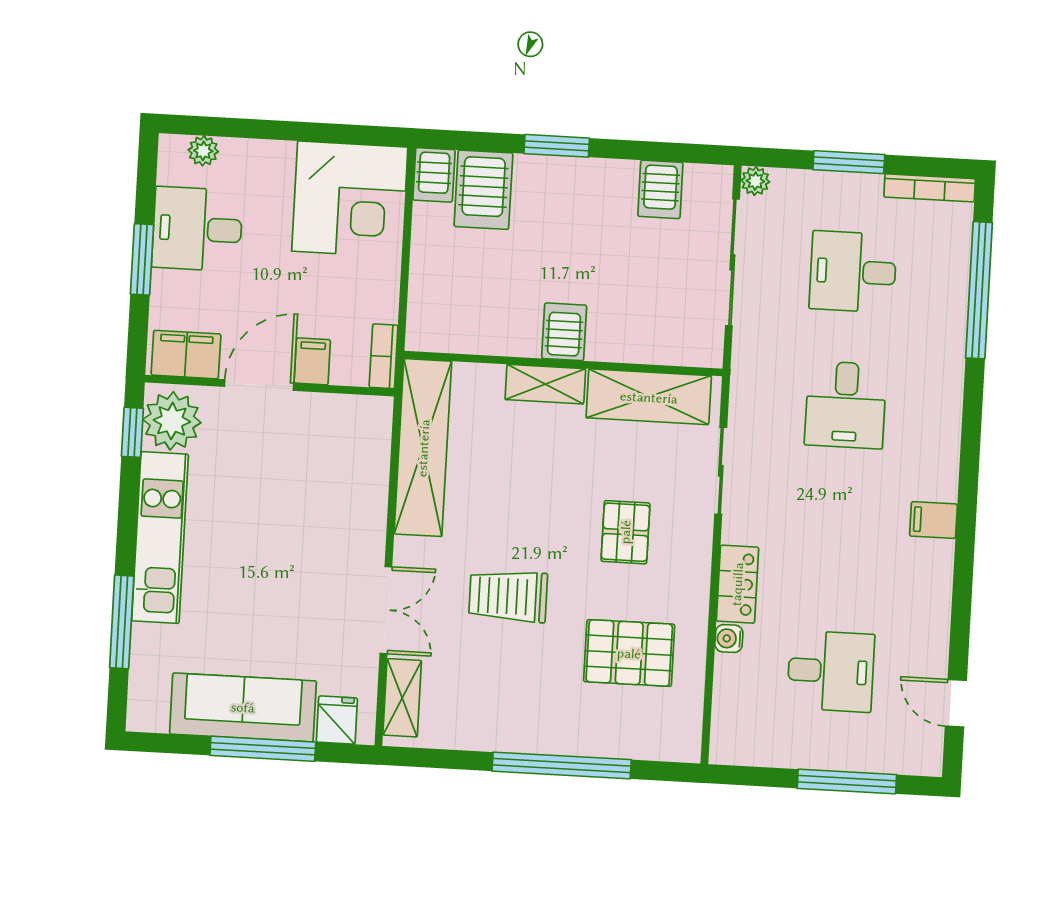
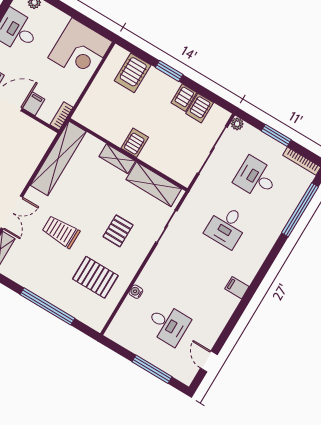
server rack: (434, 175) -> (184, 98), moved
locker: (737, 584) -> (150, 273), removed

